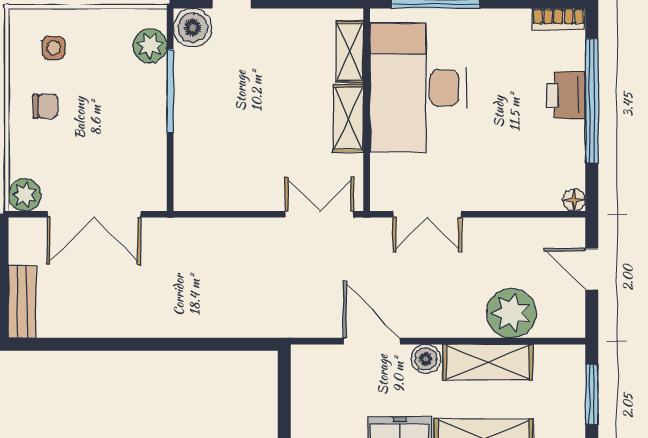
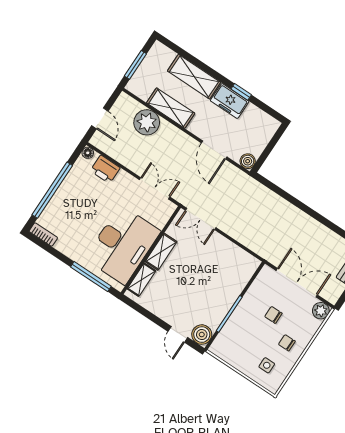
plant: (150, 46) -> (225, 339), removed
printer: (566, 95) -> (105, 169), moved, turned 90
chair: (97, 137) -> (273, 315), added
boiler: (426, 359) -> (248, 161), moved

